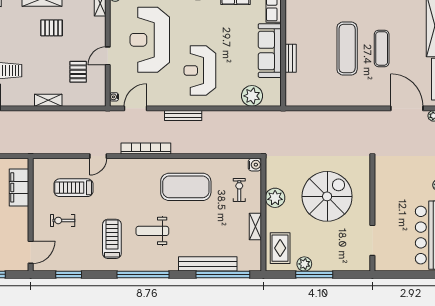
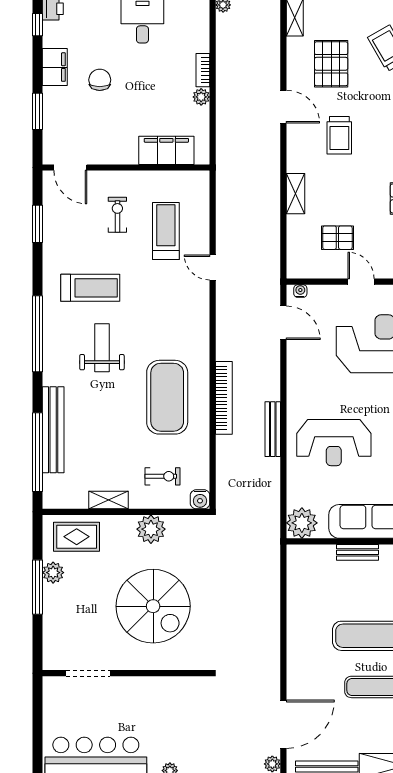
reception desk: (200, 70) -> (334, 443), moved, turned 180
plant: (252, 96) -> (302, 523), moved
bench: (183, 116) -> (273, 429), moved
bookcase: (146, 149) -> (224, 398), moved

